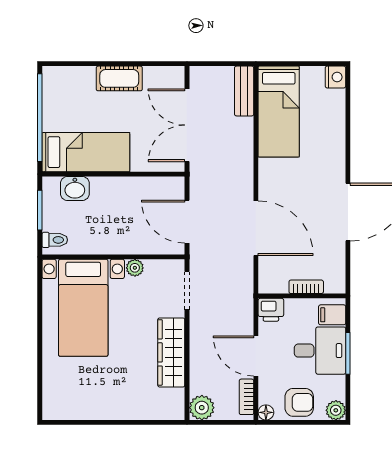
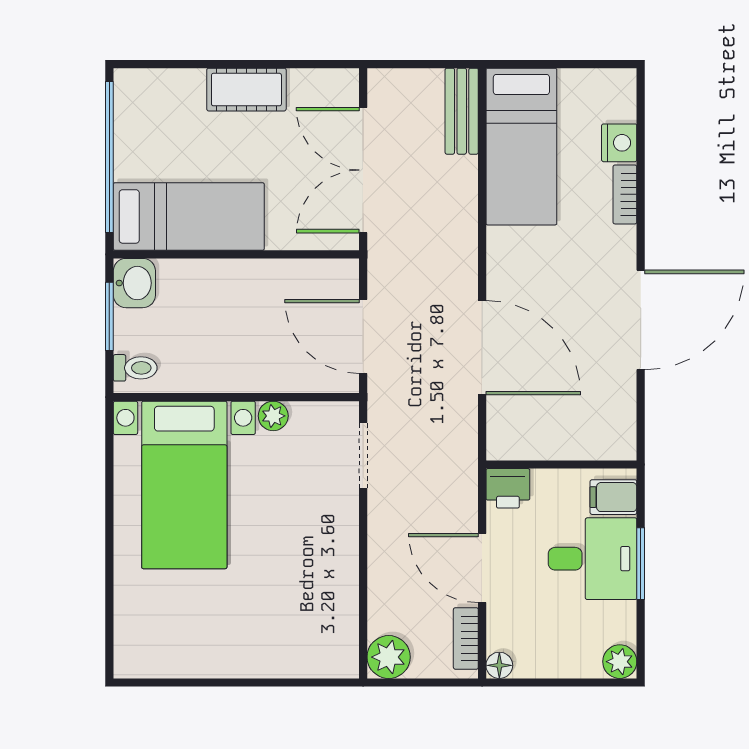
nightstand: (335, 77) -> (619, 143), moved
washbasin: (75, 188) -> (134, 283), moved, turned -90
bookcase: (306, 287) -> (625, 194), moved, turned -90
wardrobe: (171, 352) -> (336, 562), removed
armchair: (299, 402) -> (557, 648), removed

